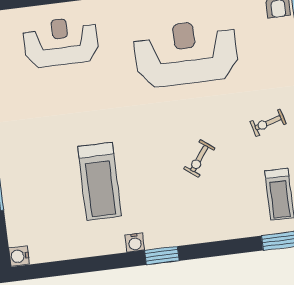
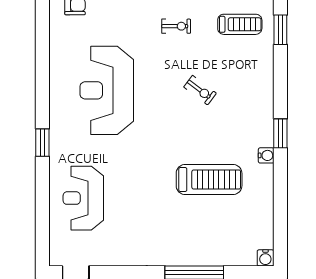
exercise bike: (268, 123) -> (176, 26), turned -74

